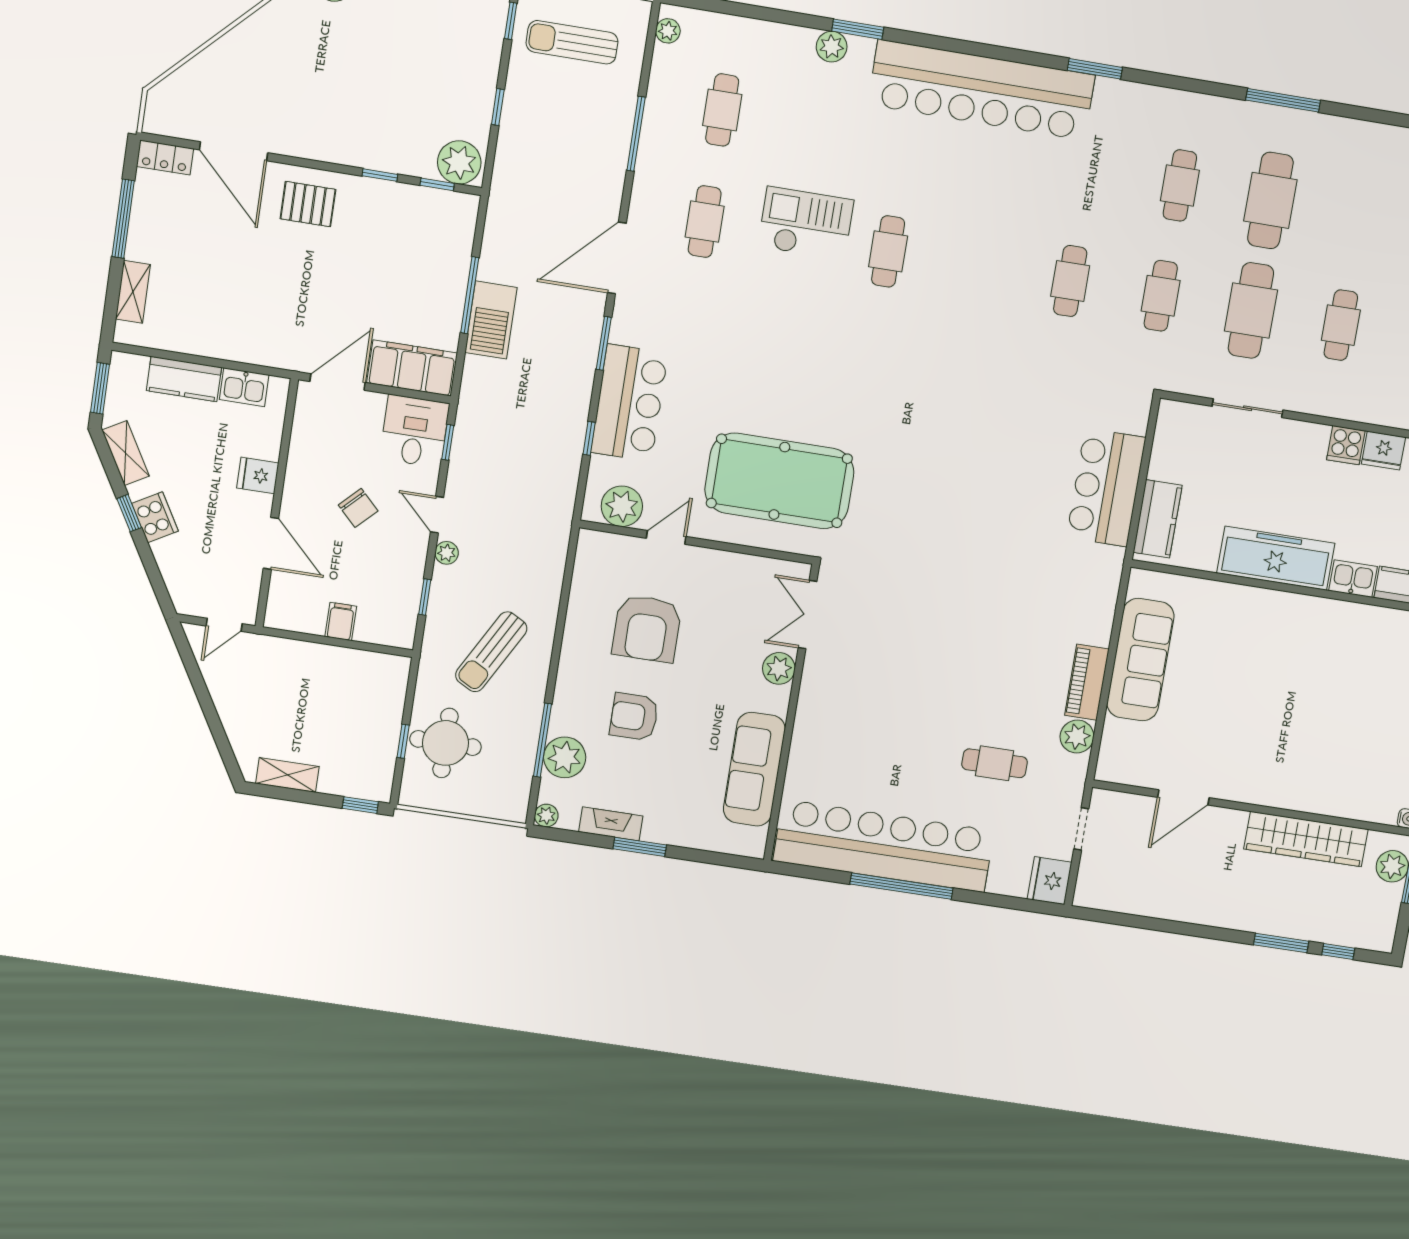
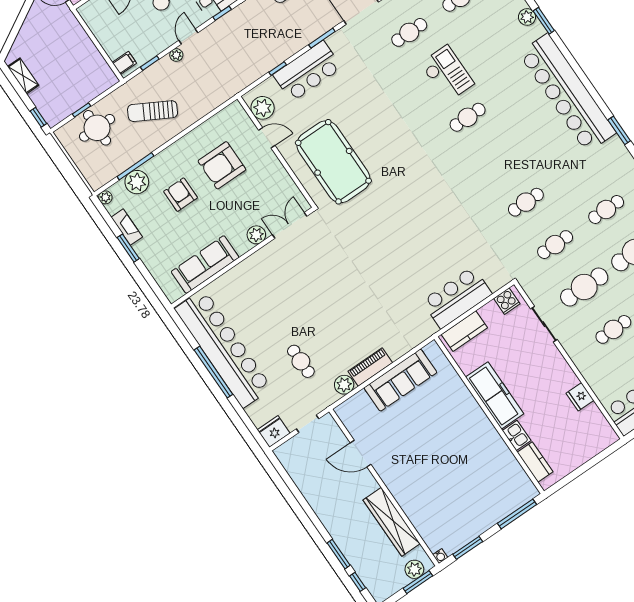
cooker: (1346, 445) -> (507, 301), moved, turned -90
filing cabinet: (341, 621) -> (124, 63), moved

